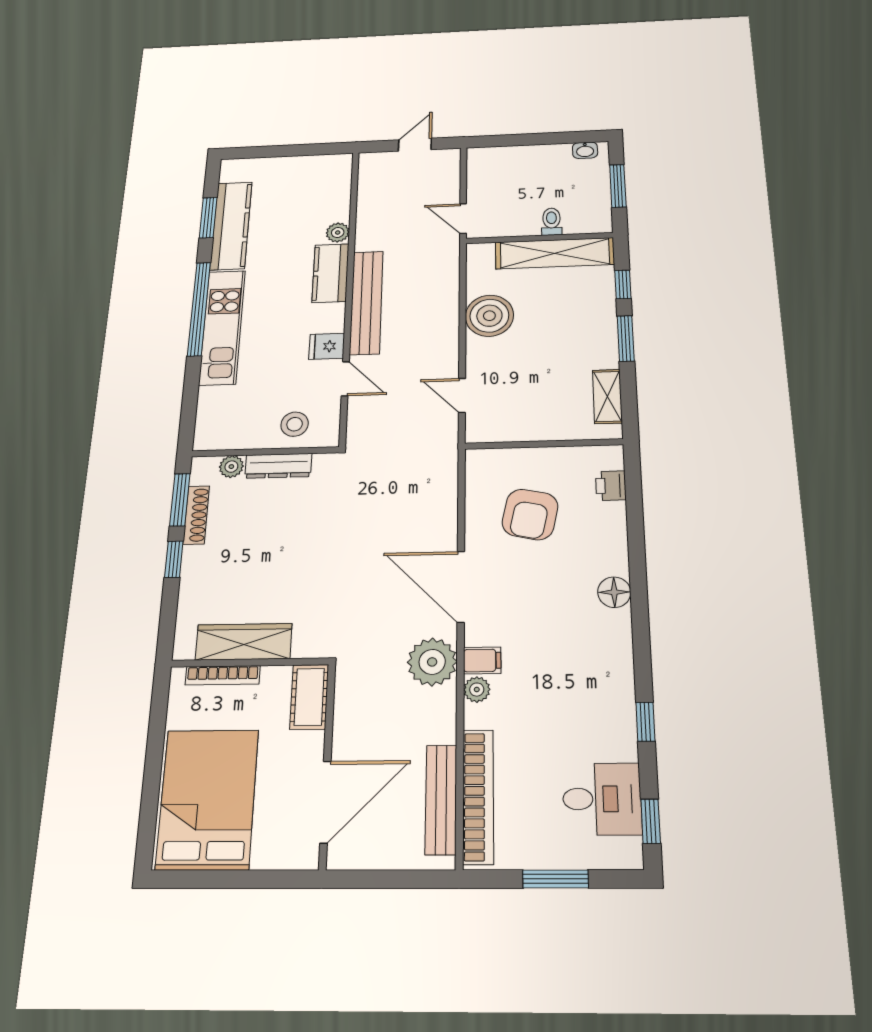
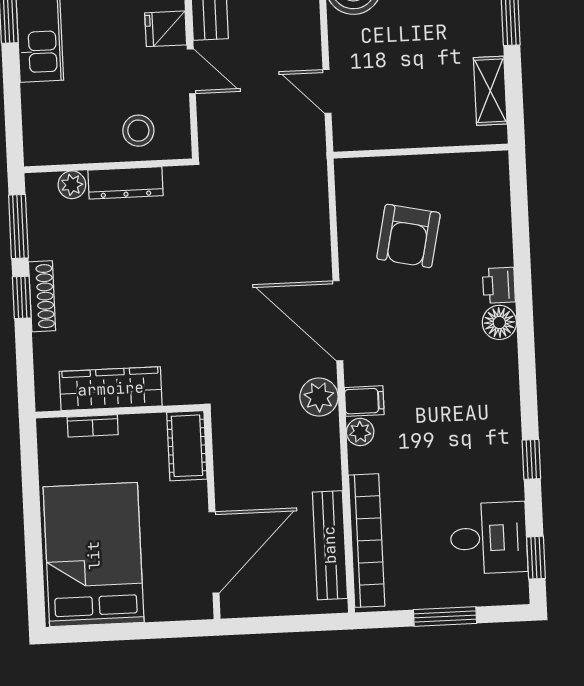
printer: (611, 486) -> (499, 285), moved
shoe rack: (196, 515) -> (42, 296), moved
plant: (432, 662) -> (319, 397), width x0.73, depth x0.73
bookcase: (223, 675) -> (93, 426), width x0.64

